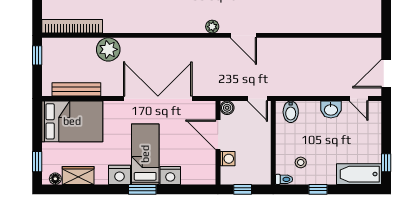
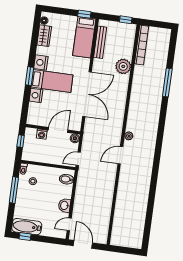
bed: (72, 121) -> (84, 37), width x0.67
window: (37, 162) -> (84, 14), moved
bathtub: (359, 174) -> (27, 227), moved, turned -90
window: (318, 189) -> (14, 190), width x2.17

